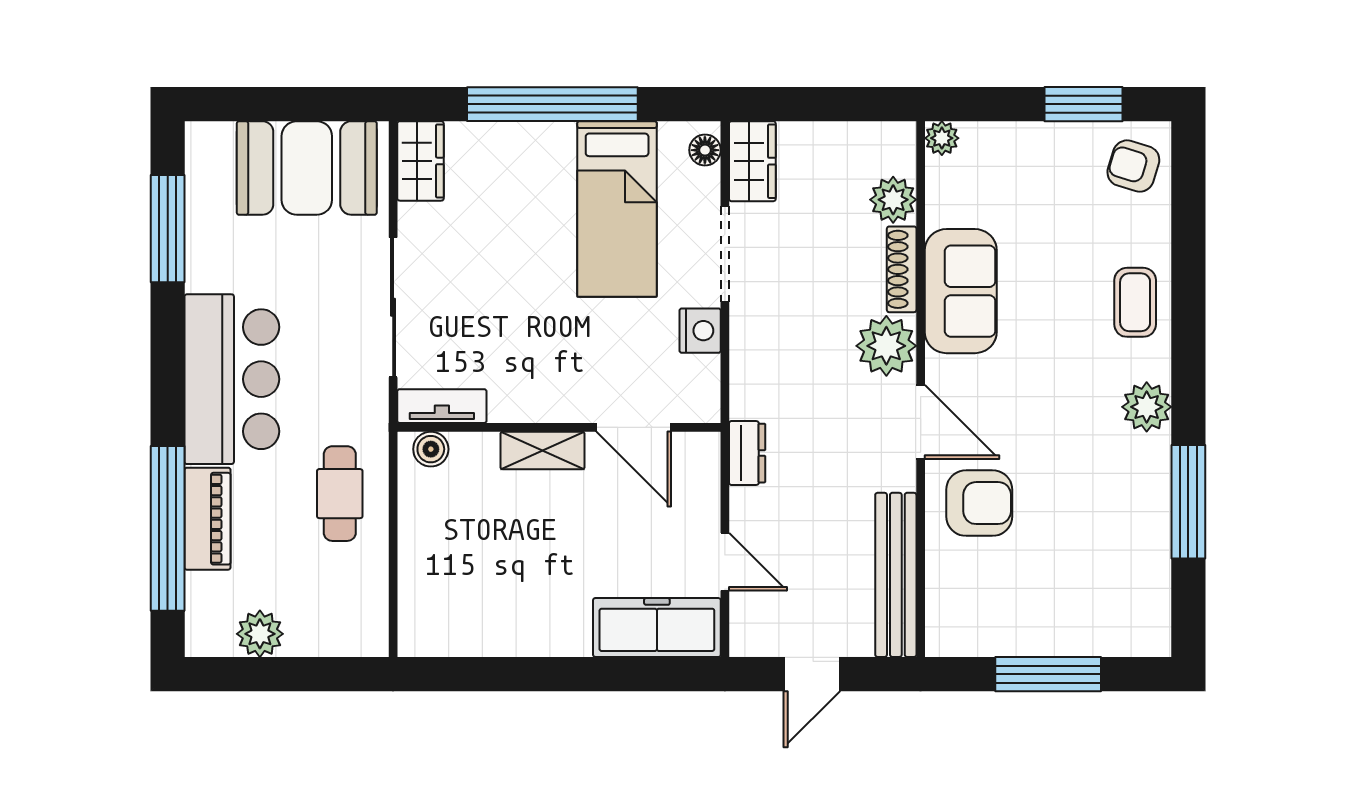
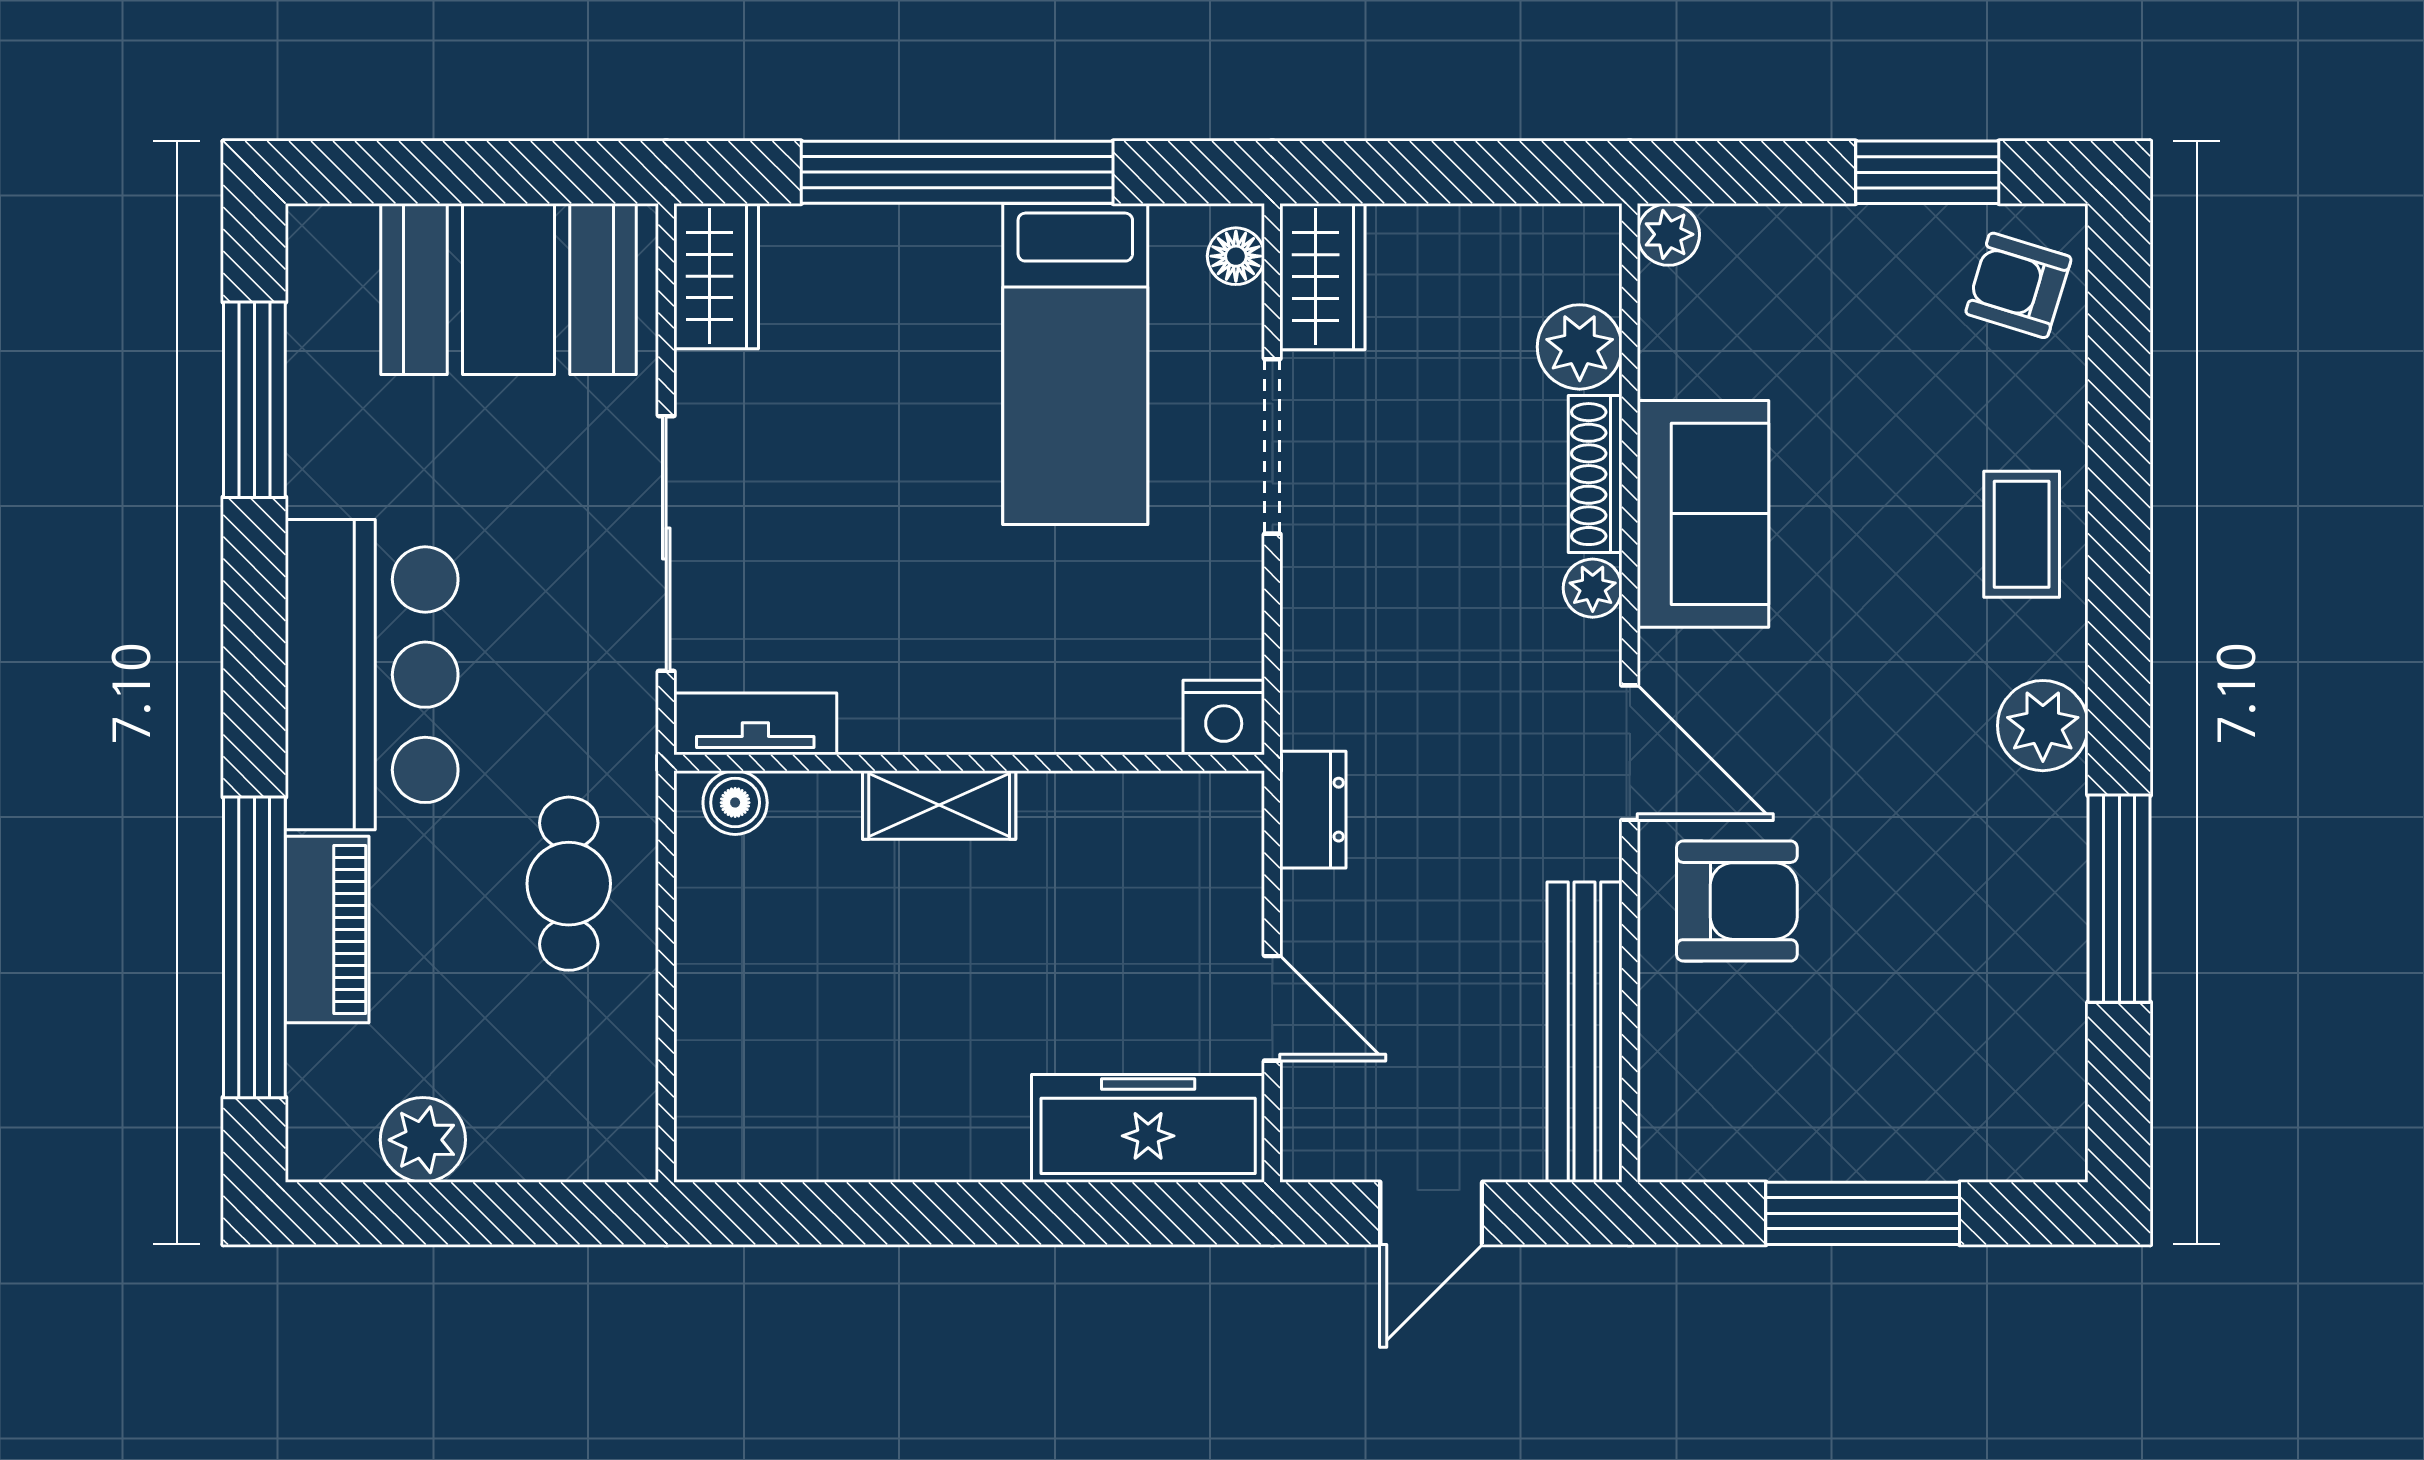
nightstand: (700, 331) -> (1224, 718), moved, turned 90
plant: (886, 346) -> (1593, 588), width x0.53, depth x0.53
door: (634, 427) -> (1106, 763), removed

